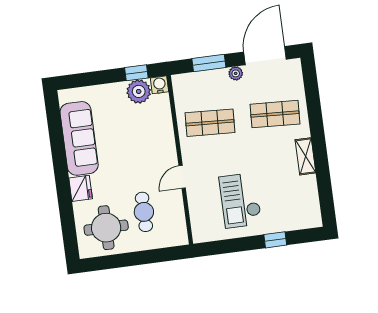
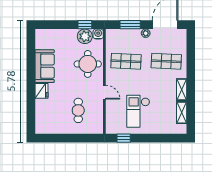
sofa: (79, 138) -> (45, 66), width x0.73
door: (182, 177) -> (104, 92), swing flipped
shelving: (310, 193) -> (182, 113), added
round table: (106, 228) -> (88, 64), moved
window: (275, 240) -> (124, 138), moved

